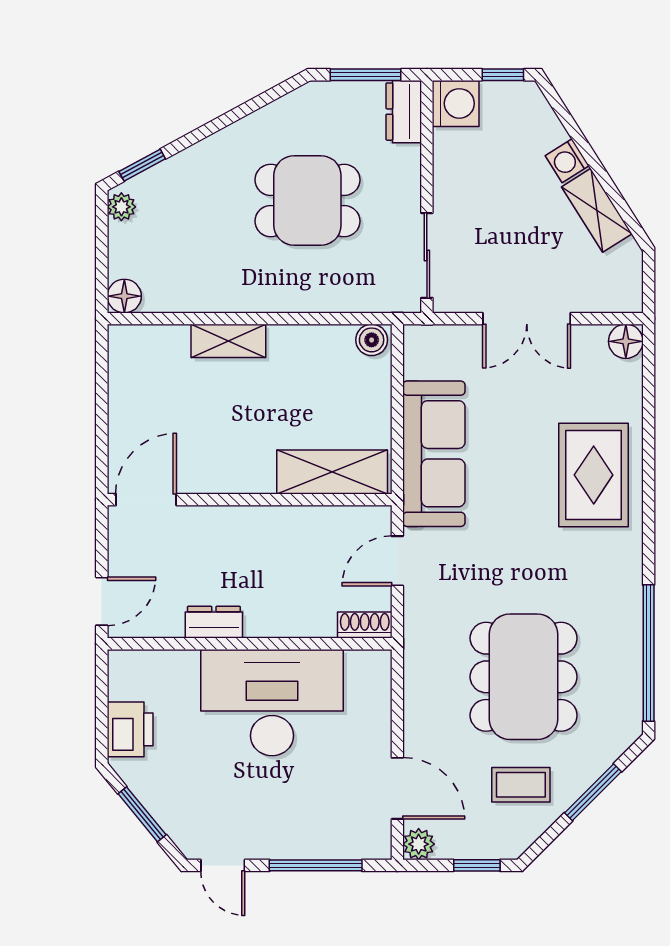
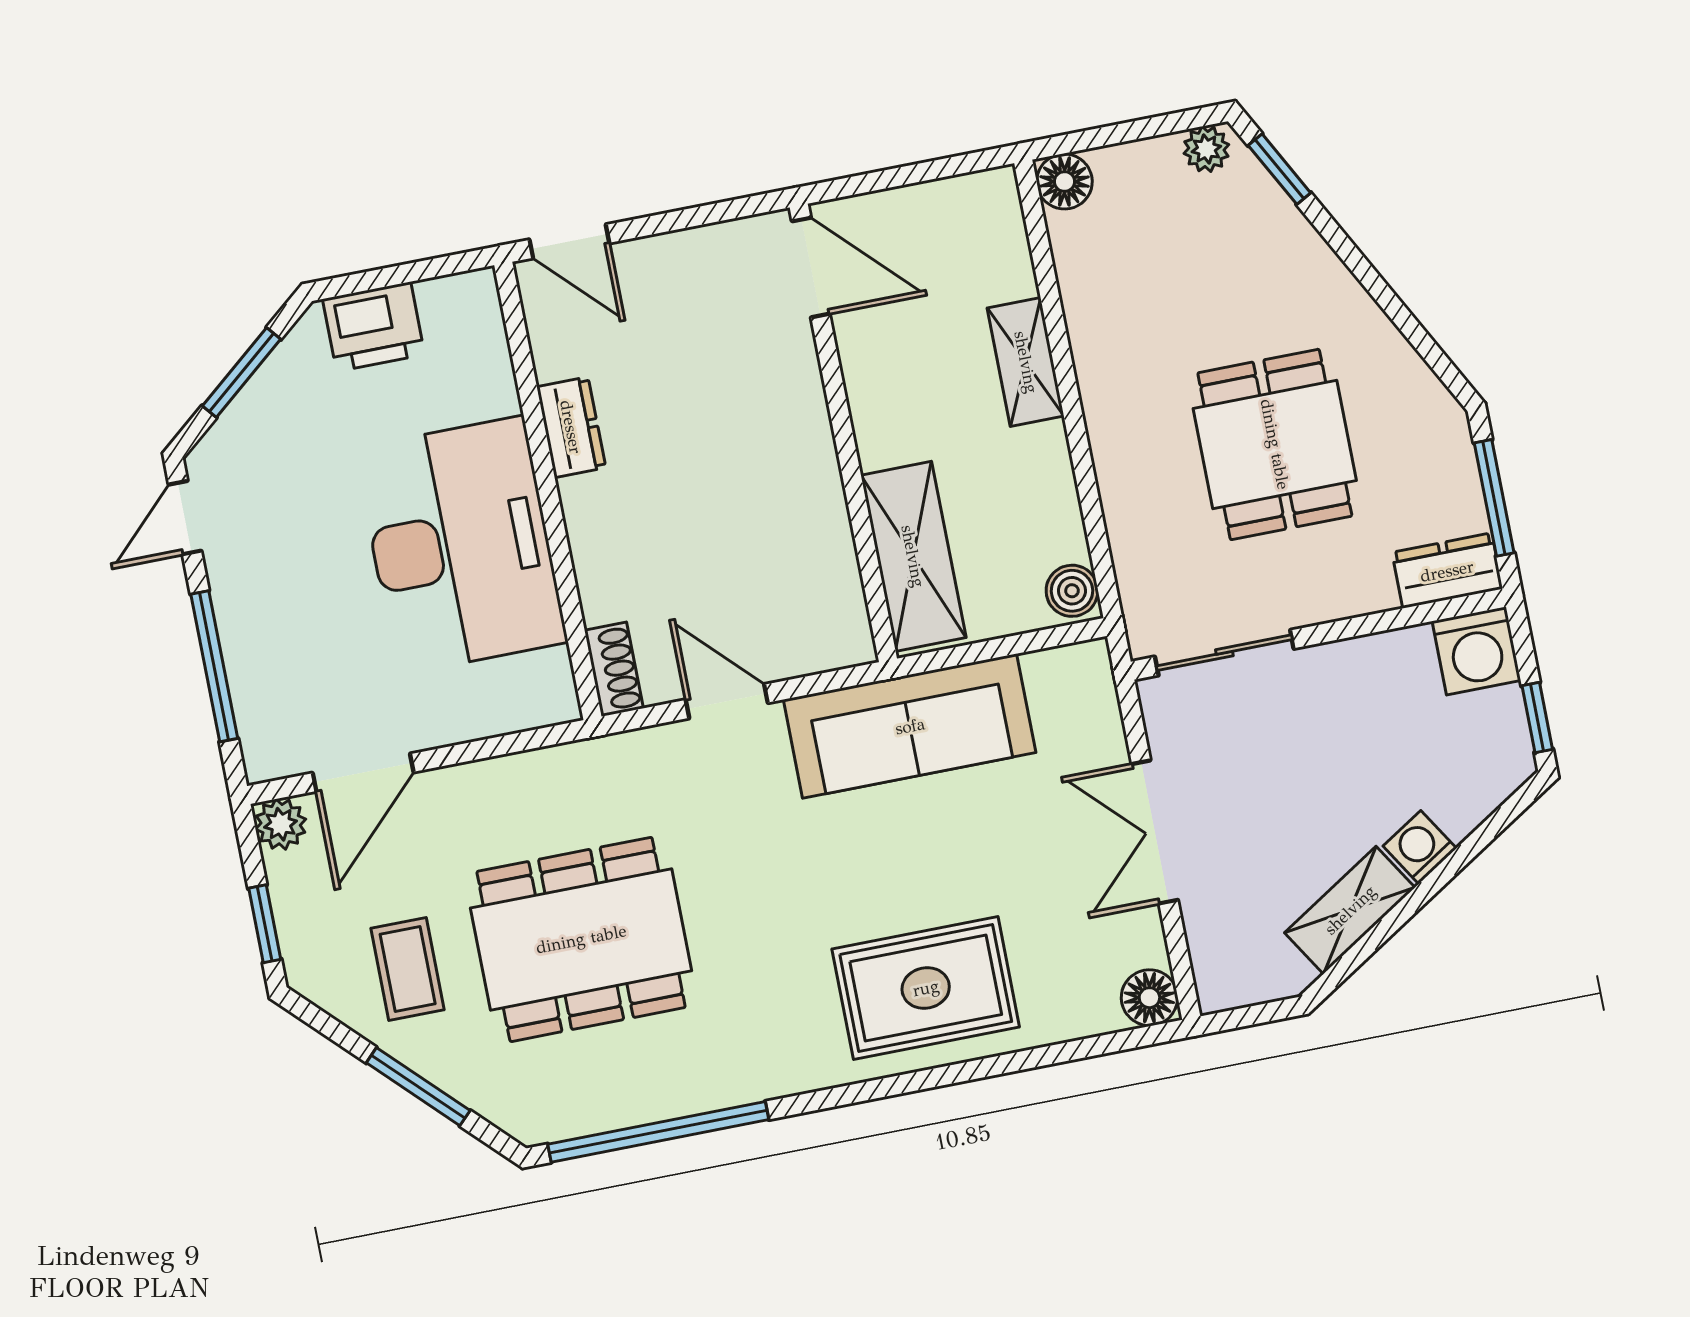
shelving: (332, 472) -> (913, 556), moved
door: (146, 500) -> (811, 267), moved
wall: (250, 500) -> (843, 433), moved

